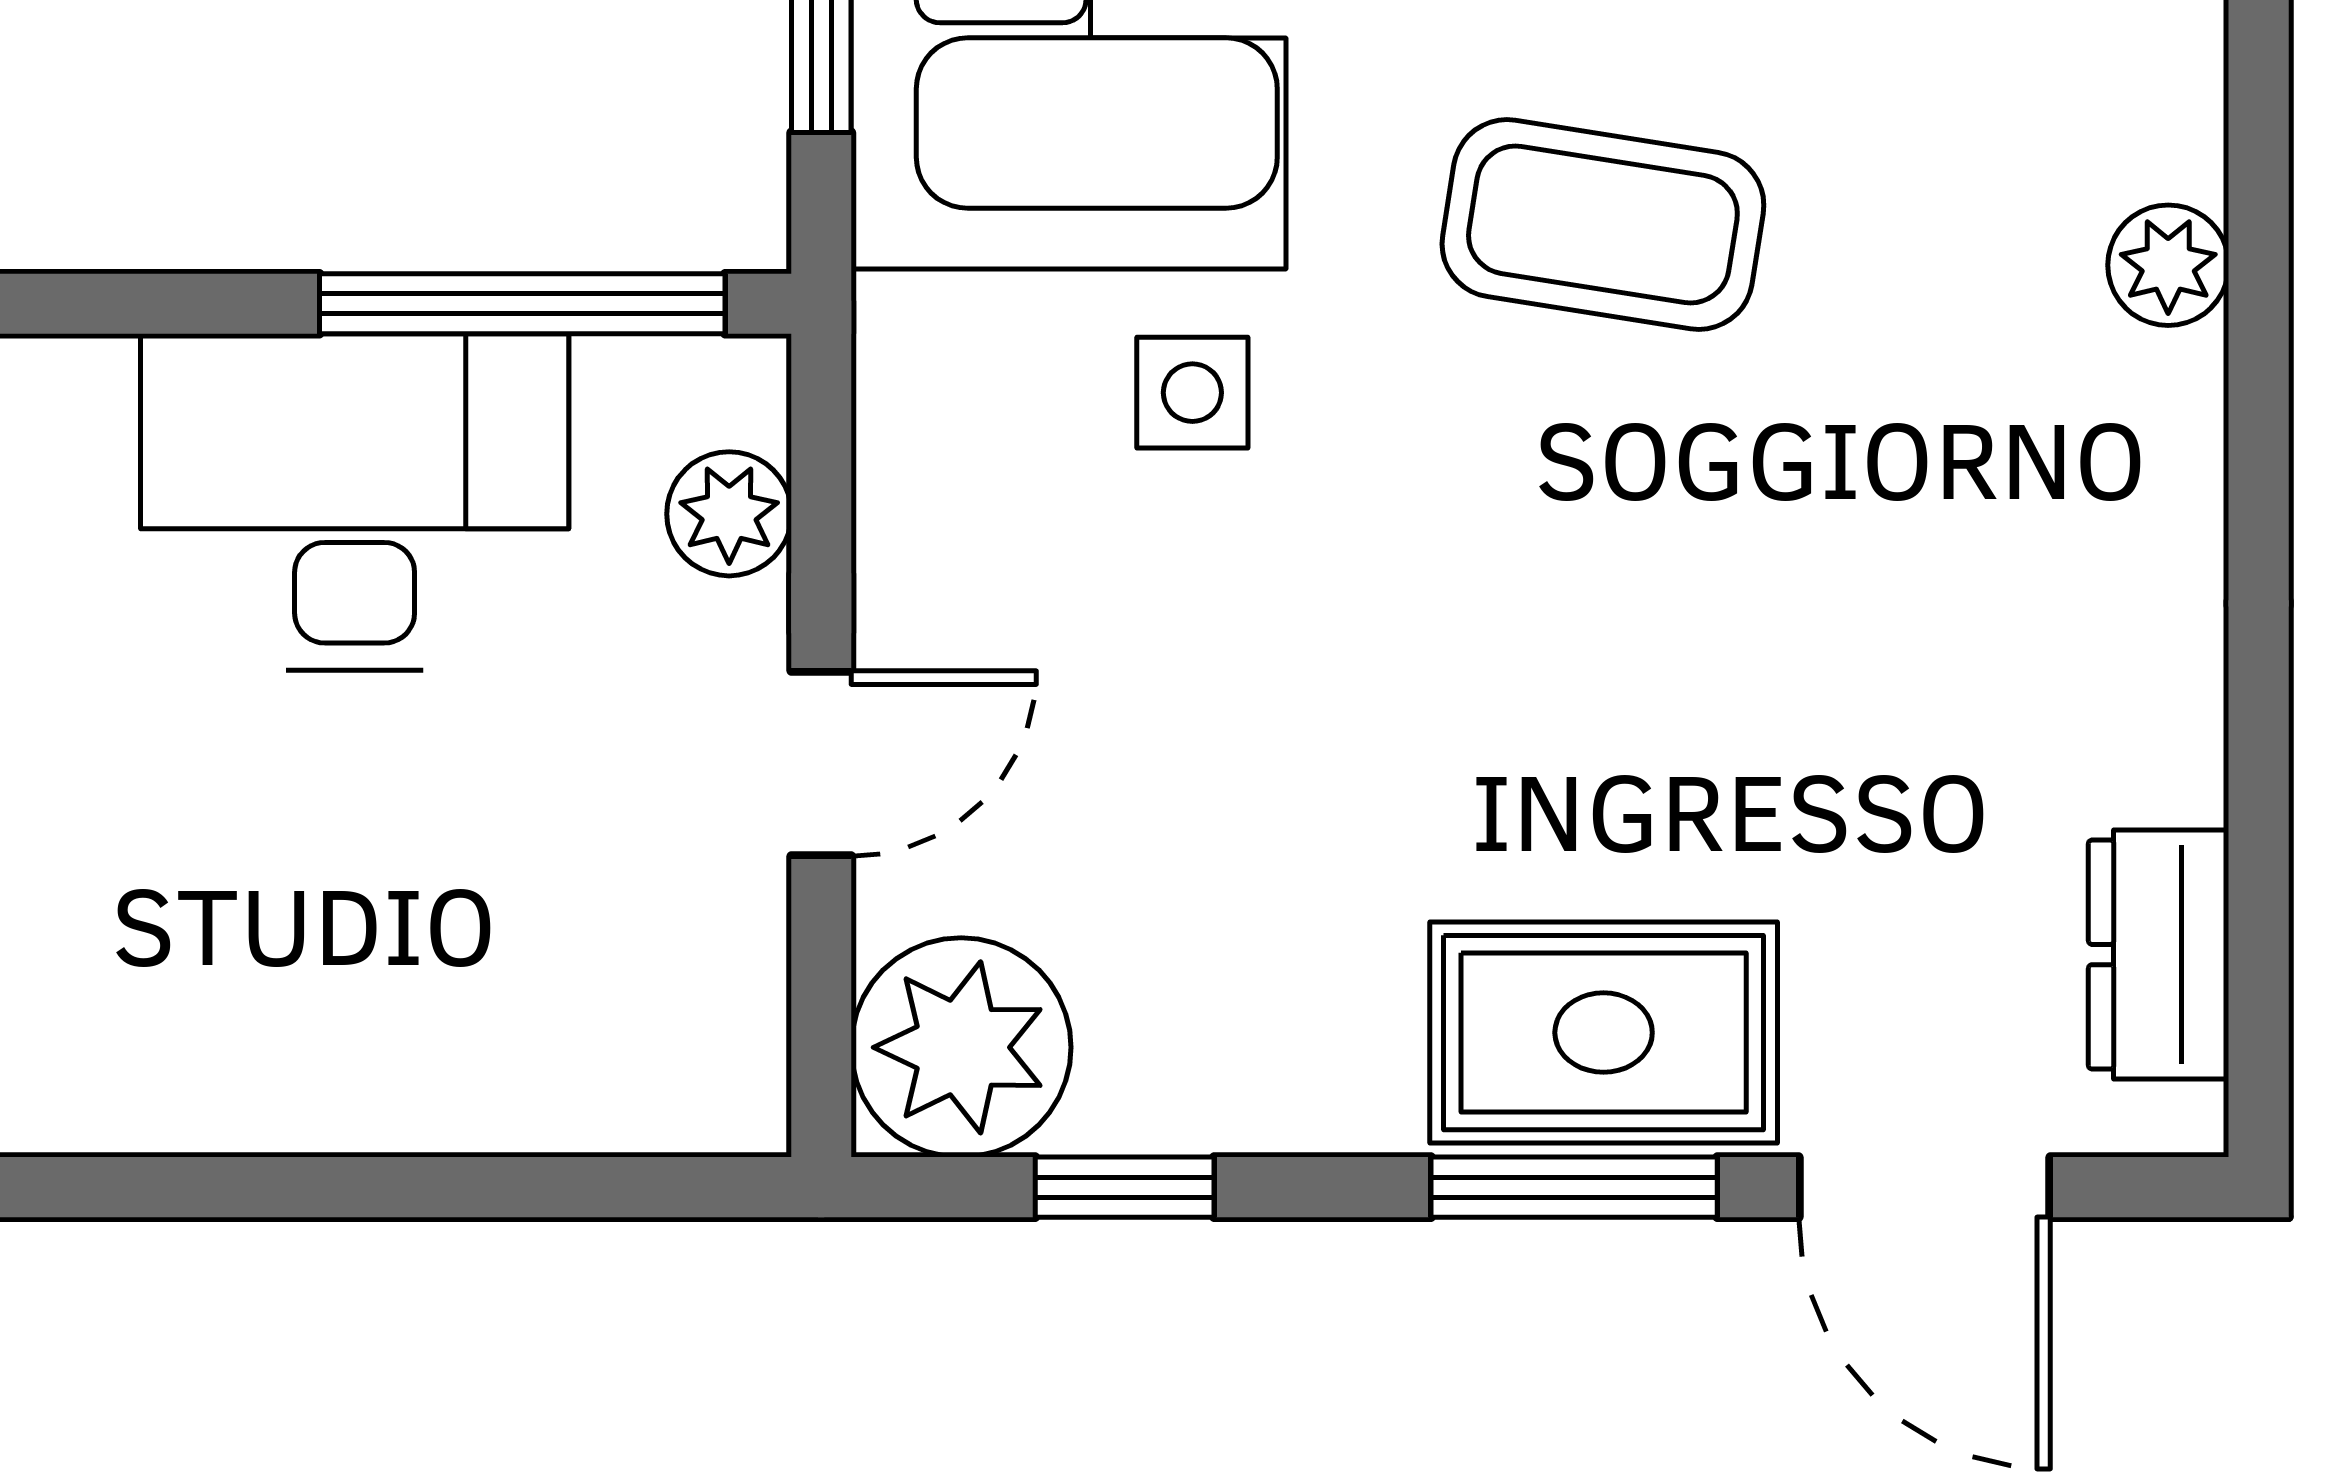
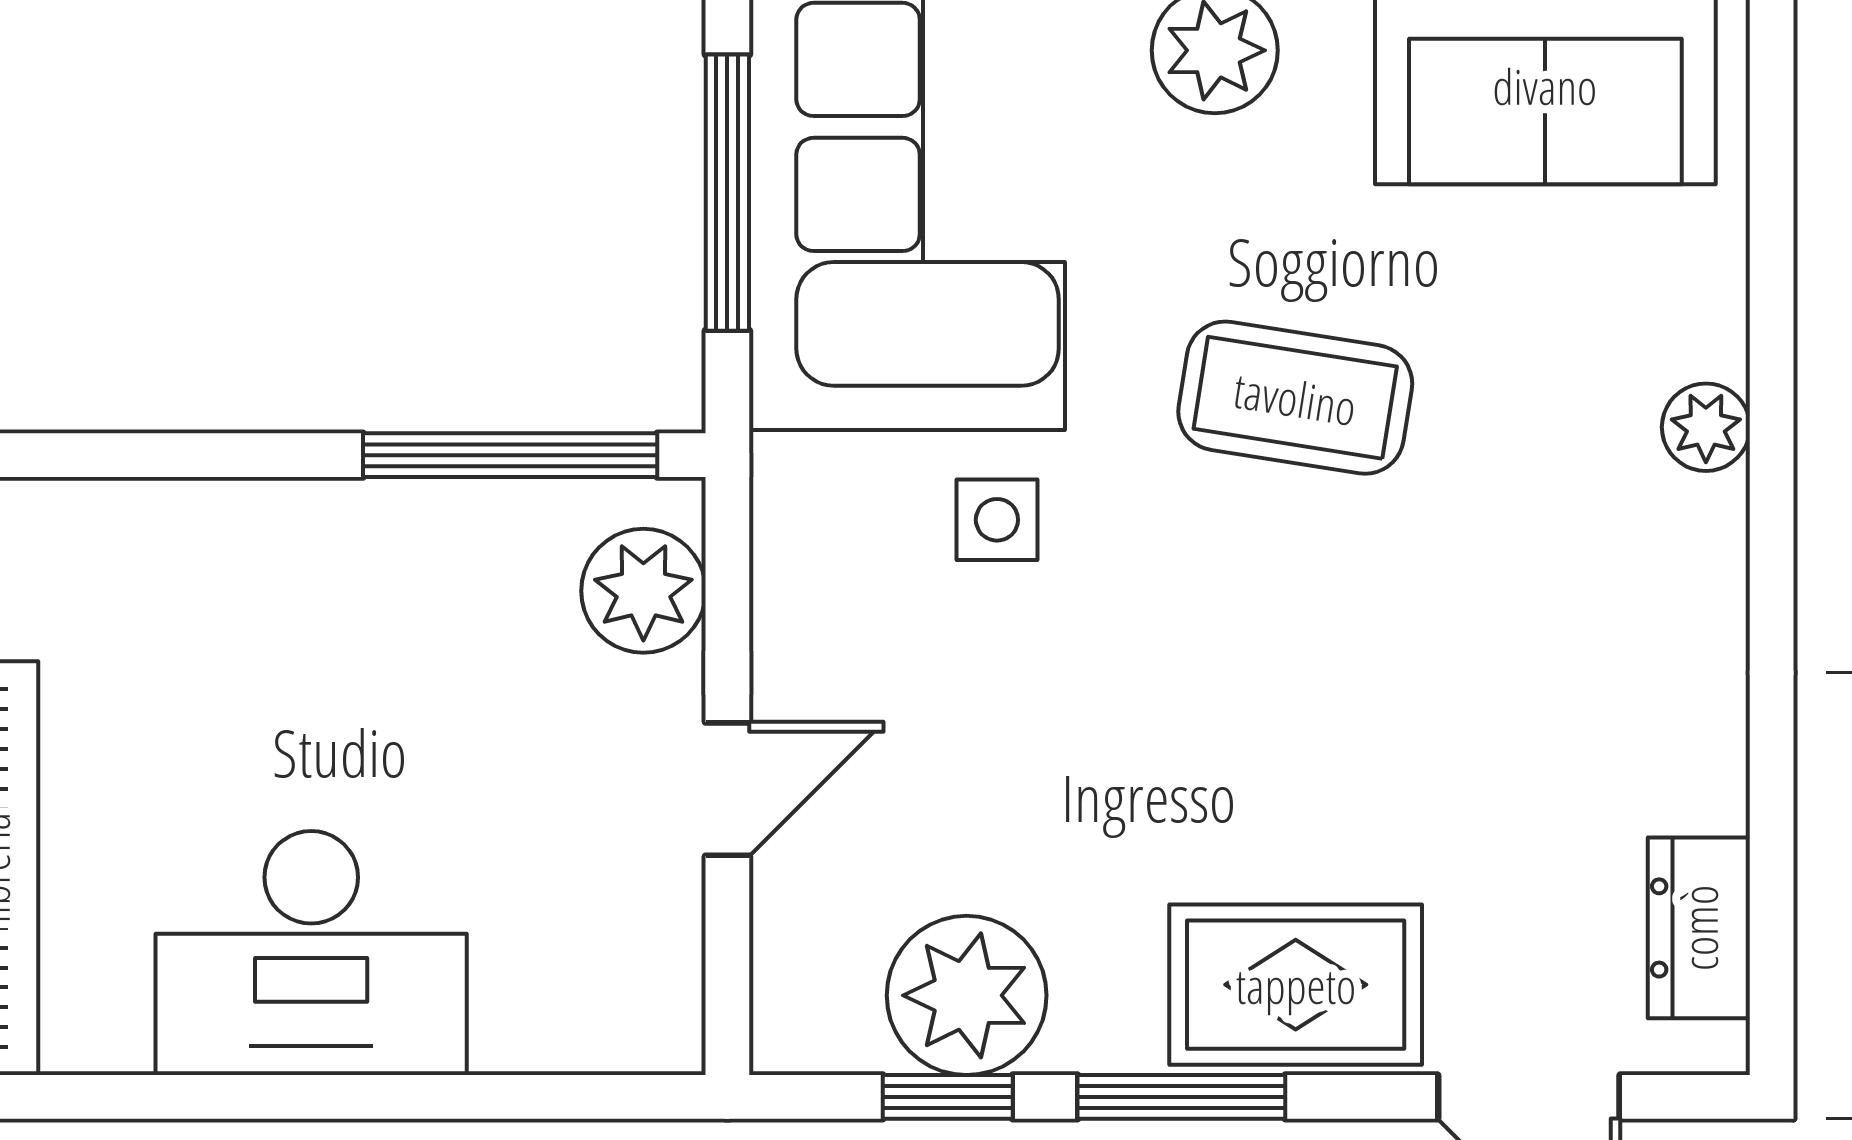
desk: (355, 502) -> (311, 953), moved, turned 180
plant: (729, 514) -> (643, 591), width x1.38, depth x1.38
plant: (961, 1047) -> (967, 995), moved
window: (1574, 1187) -> (1181, 1097), moved

